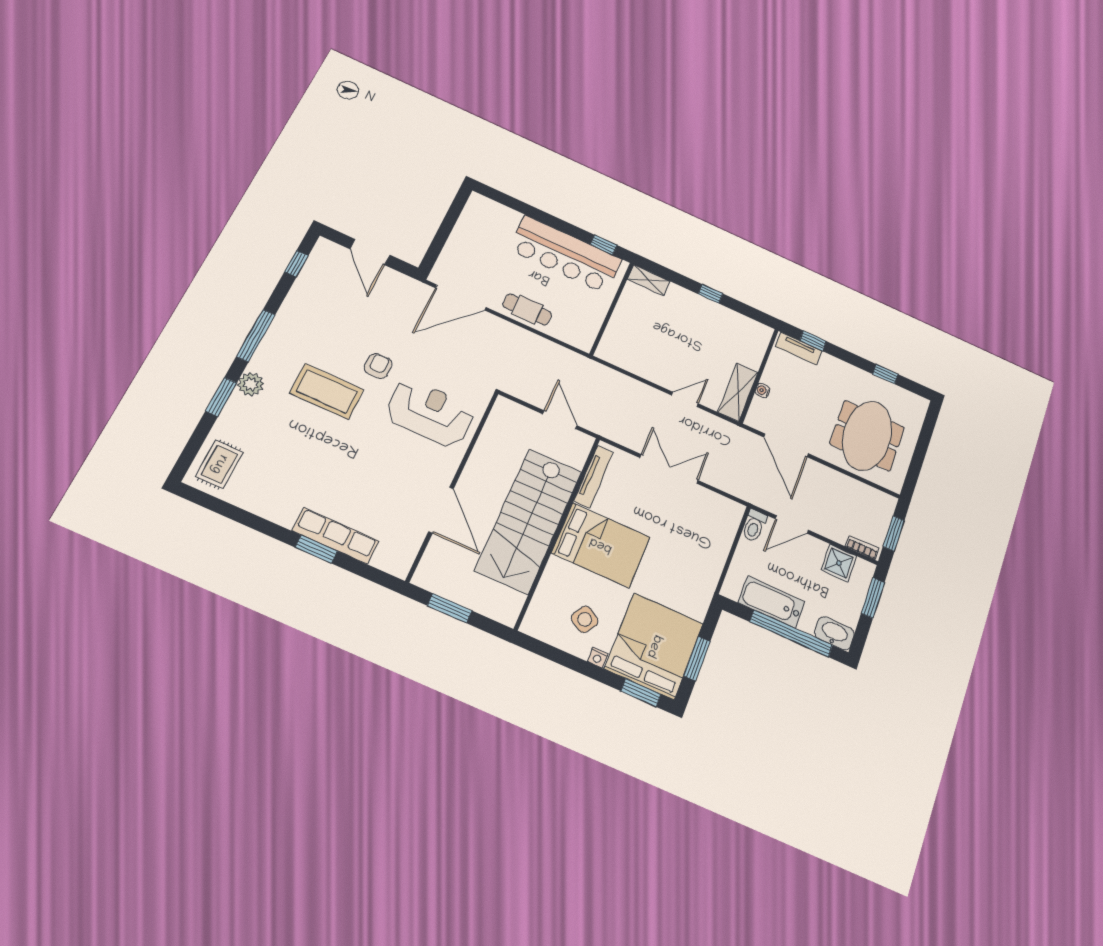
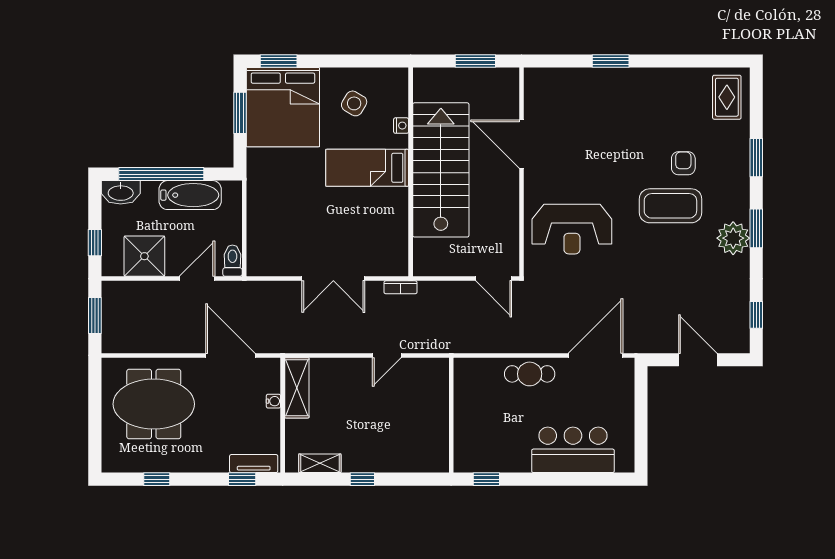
bar counter: (565, 254) -> (573, 450), moved, width x0.73
shelving: (649, 280) -> (320, 463), moved
window: (256, 336) -> (756, 228), width x0.69
armchair: (378, 366) -> (683, 163), moved, turned 180
plant: (251, 384) -> (733, 238), moved, width x1.36, depth x1.36
door: (685, 399) -> (387, 355), moved
door: (560, 420) -> (494, 279), moved
meeting table: (867, 436) -> (154, 404), turned 90
tv unit: (594, 477) -> (400, 238), removed
row of seats: (335, 536) -> (600, 80), removed
bed: (601, 545) -> (367, 168), width x0.67
bookcase: (862, 547) -> (401, 287), moved
shower: (839, 563) -> (144, 256), width x1.36, depth x1.36
window: (873, 598) -> (95, 243), width x0.67
nightstand: (598, 658) -> (401, 126), moved, turned 90

